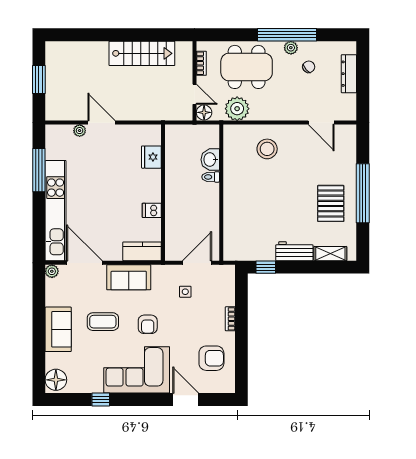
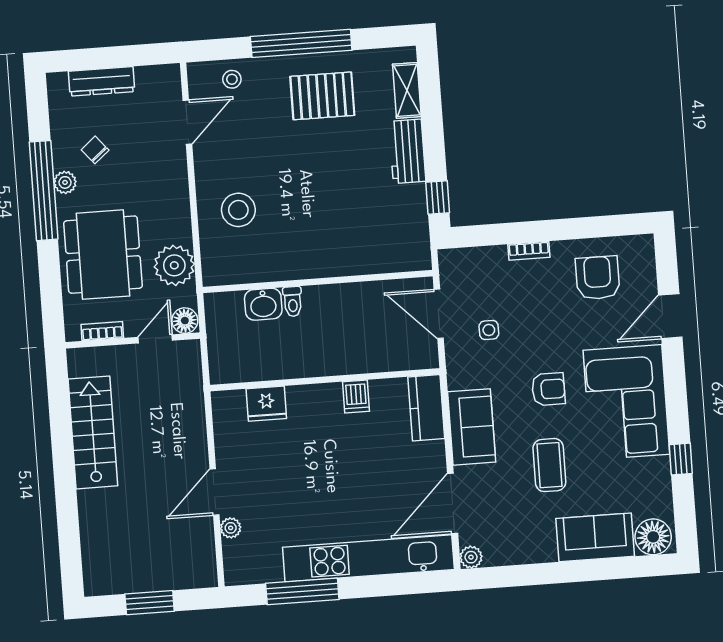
stool: (345, 151) -> (232, 79), added
sofa: (58, 329) -> (595, 537), moved

